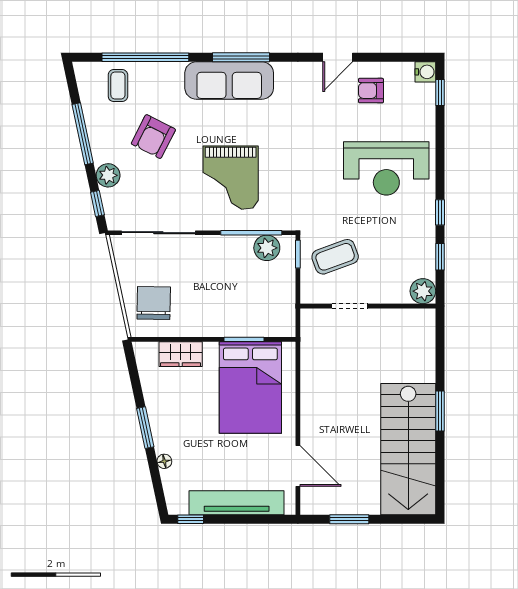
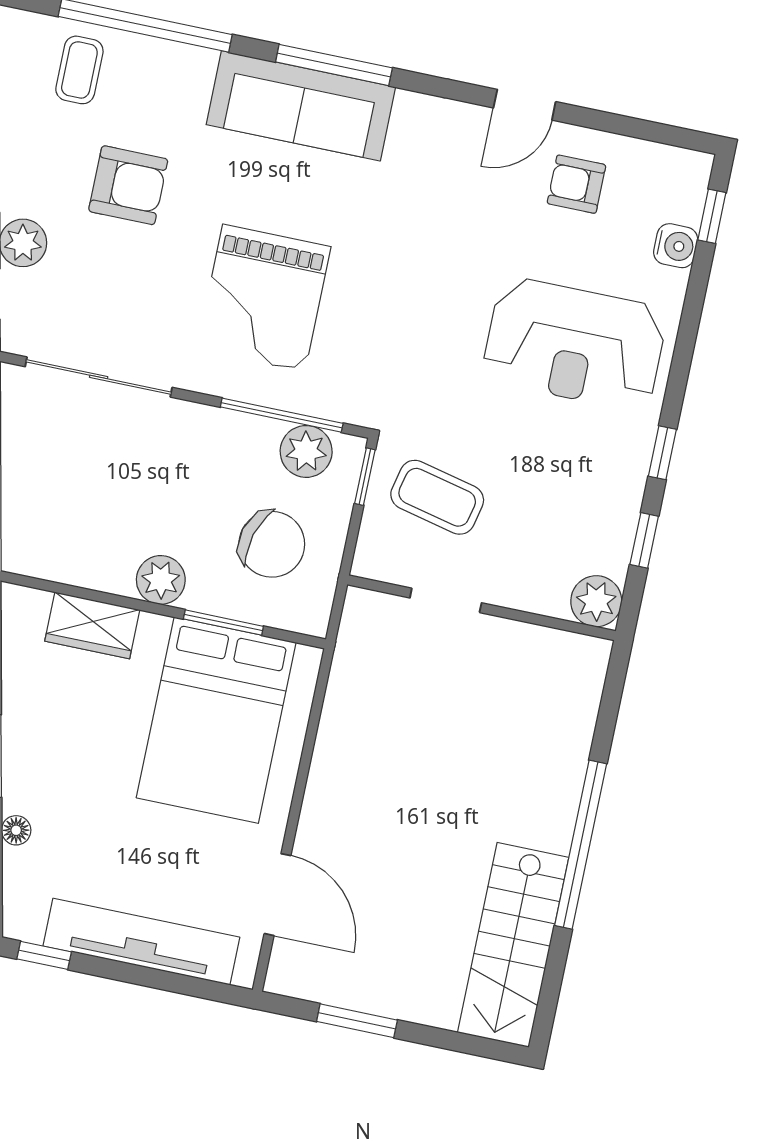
water cooler: (425, 72) -> (676, 246), moved
armchair: (153, 137) -> (128, 185), turned -117
coffee table: (335, 257) -> (437, 497), turned 33
chair: (154, 303) -> (272, 544), moved, turned 105
plant: (209, 325) -> (161, 580), added
window: (440, 411) -> (581, 845), width x2.11
stairs: (408, 449) -> (513, 945), width x0.73, depth x0.66

